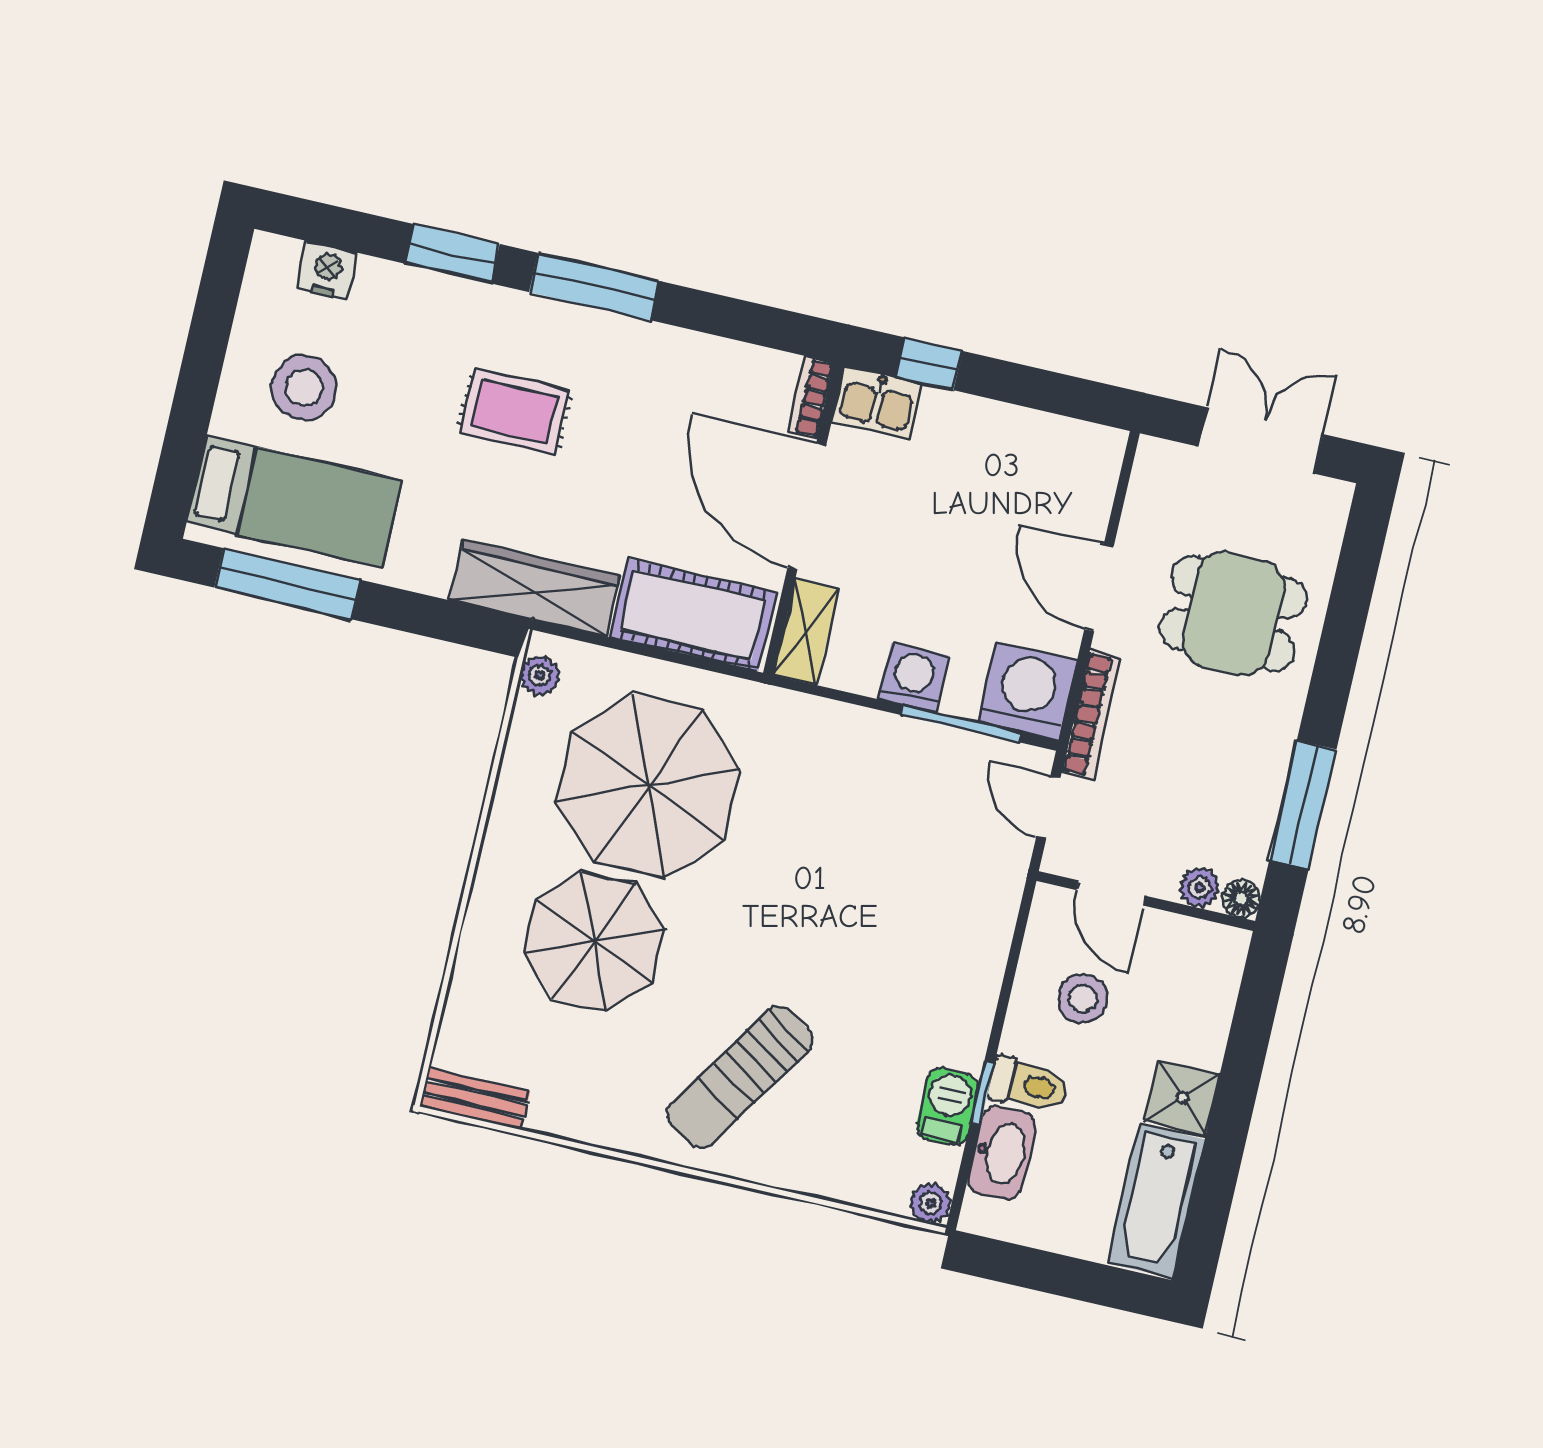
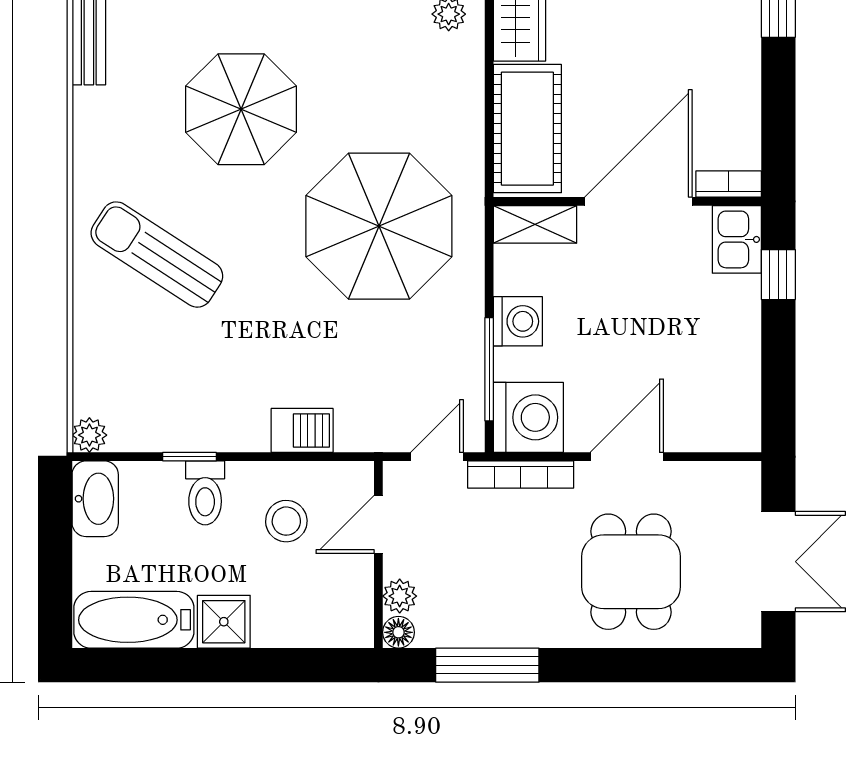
parasol: (648, 786) -> (379, 226), moved
barbecue: (947, 1106) -> (302, 430), moved
washbasin: (1002, 1153) -> (95, 499), moved, turned -90

